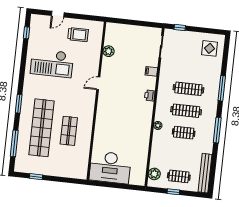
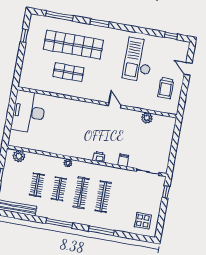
clothes rail: (179, 176) -> (37, 185), moved

